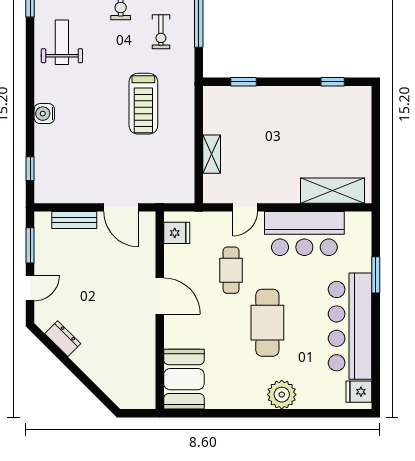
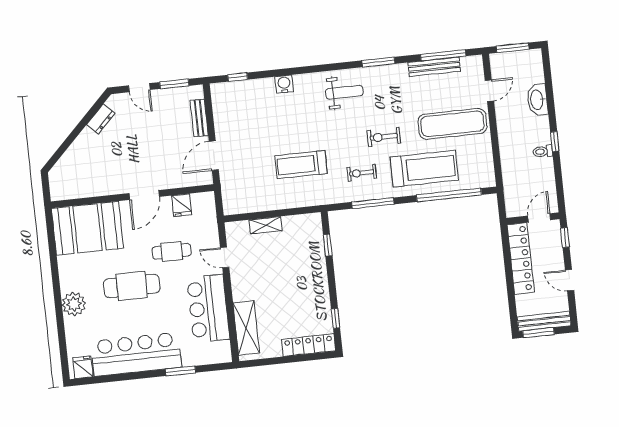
locker: (361, 118) -> (309, 345), added
fridge: (177, 233) -> (182, 205), moved
booth: (184, 379) -> (88, 228), width x1.36, depth x1.42

